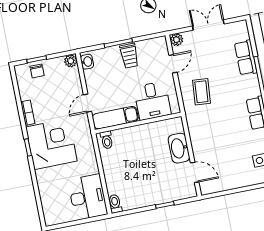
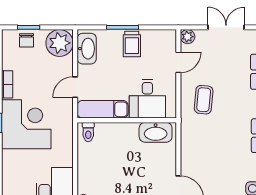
plant: (71, 61) -> (60, 43), width x1.87, depth x1.87
washbasin: (87, 62) -> (87, 49), width x1.91, depth x1.45
washbasin: (179, 148) -> (156, 132), moved, turned -90

